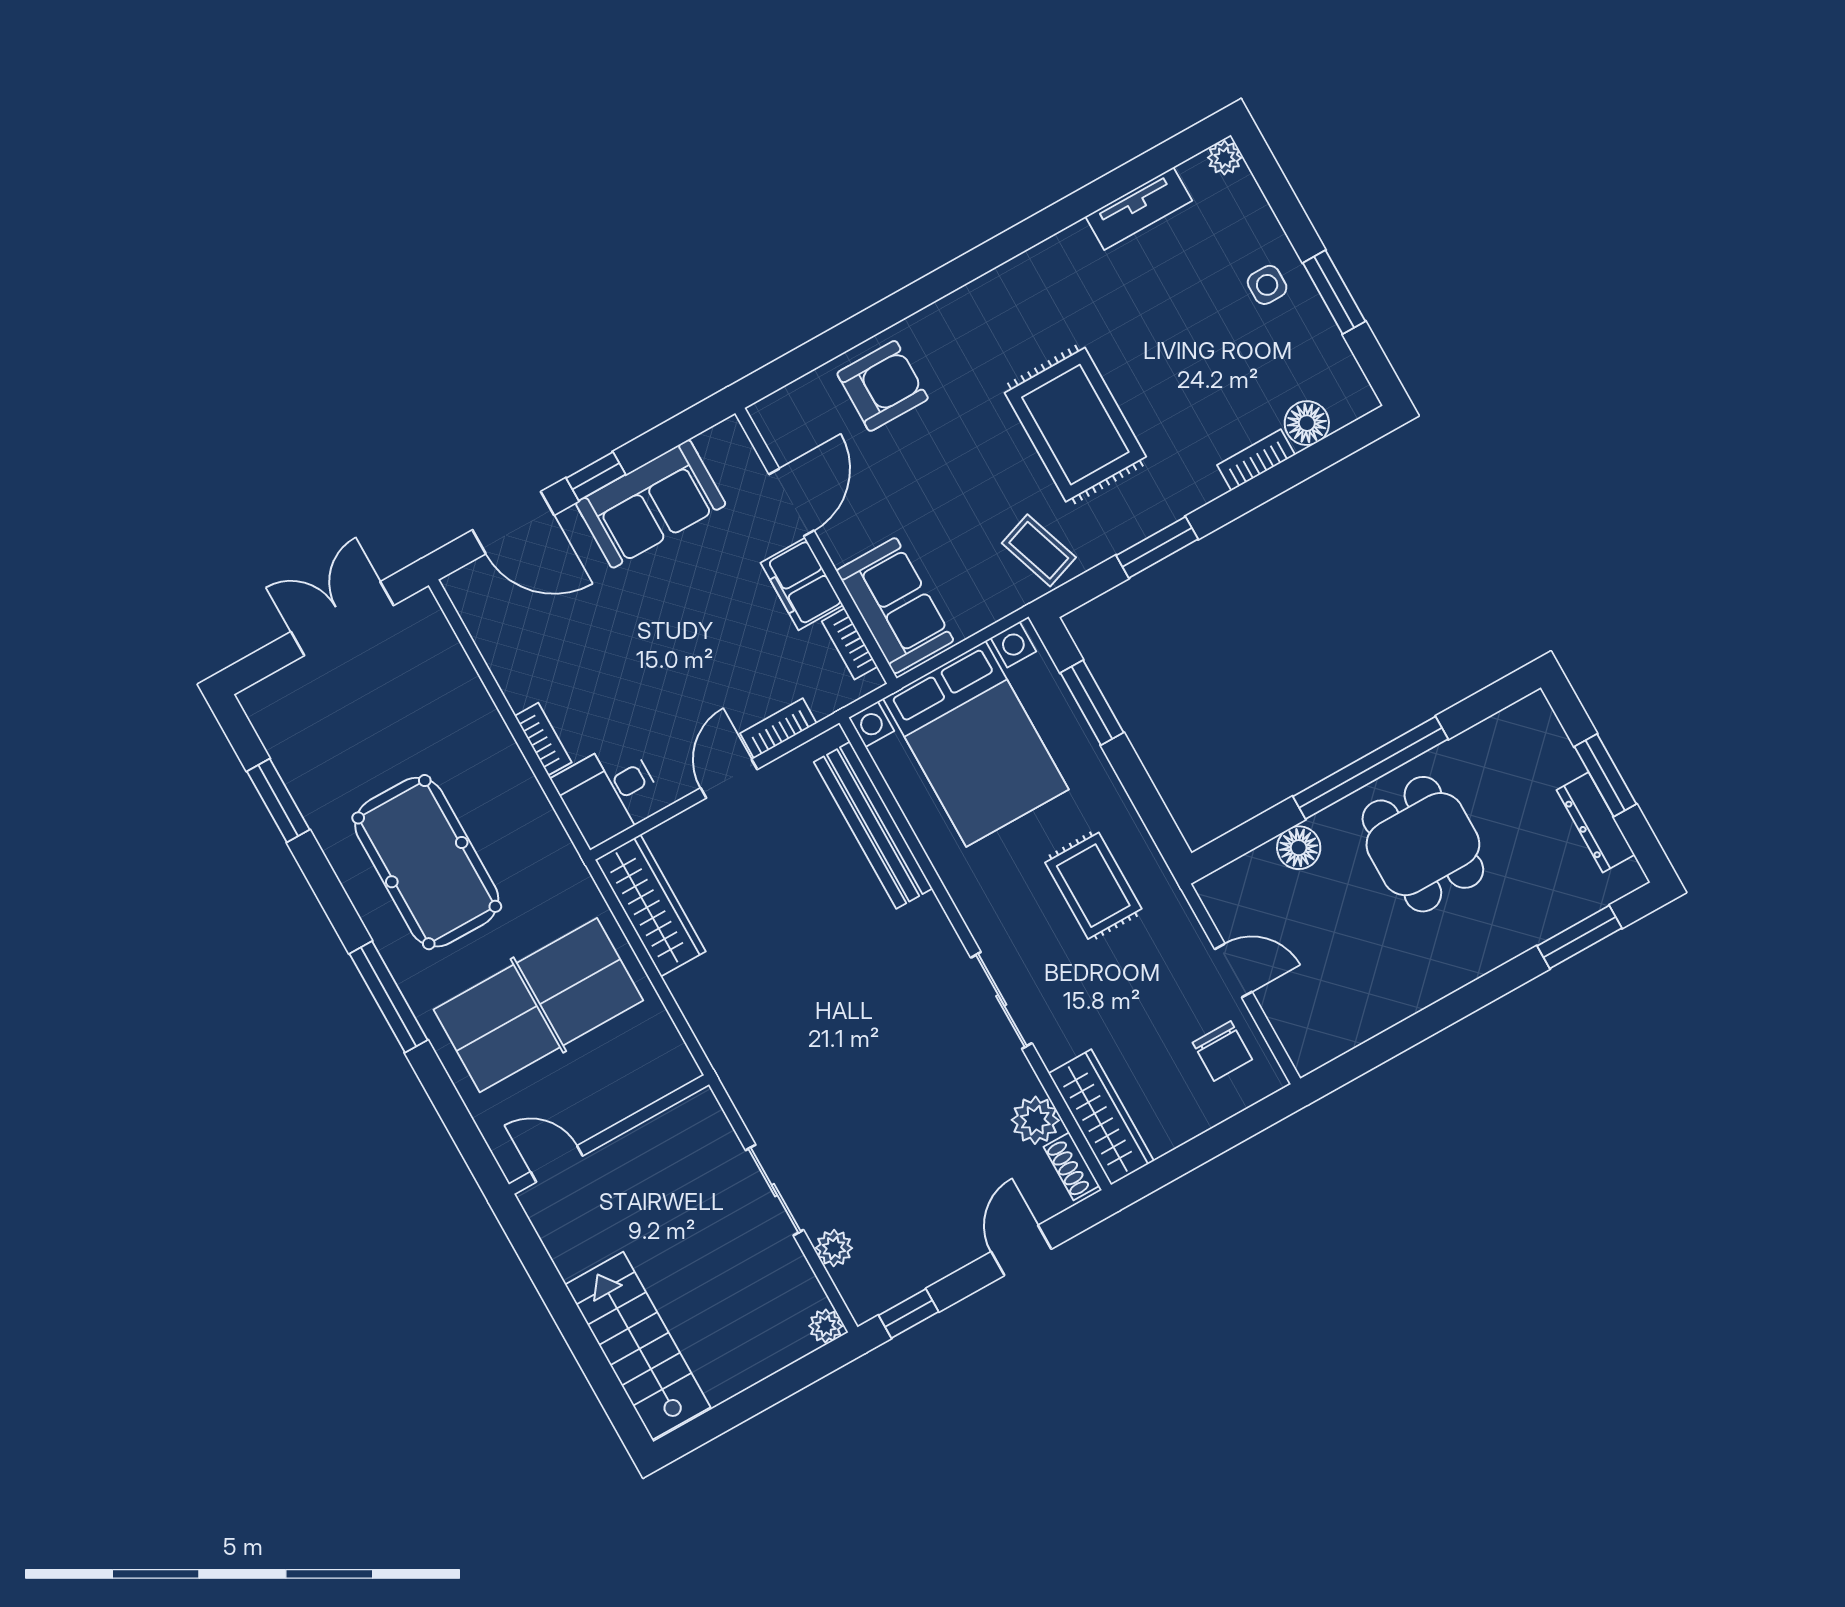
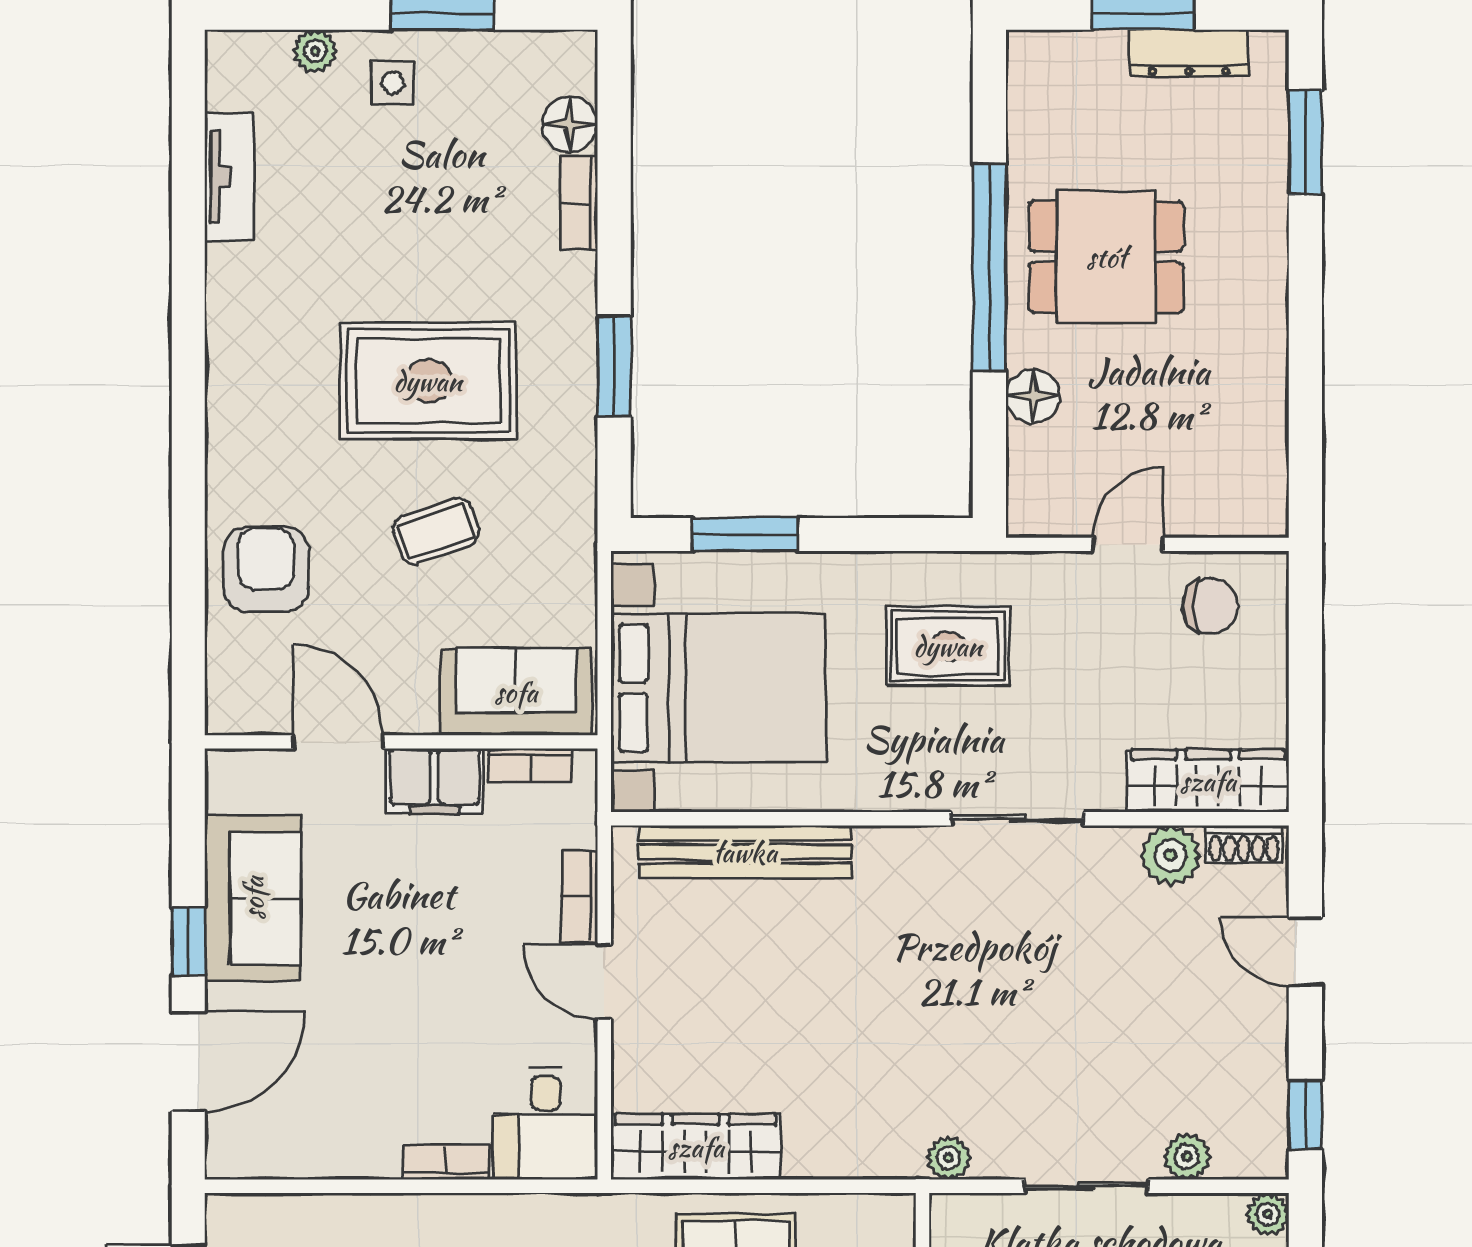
plant: (1224, 158) -> (315, 51), moved
coffee table: (1039, 550) -> (436, 531), moved
plant: (741, 1084) -> (949, 1158), added

